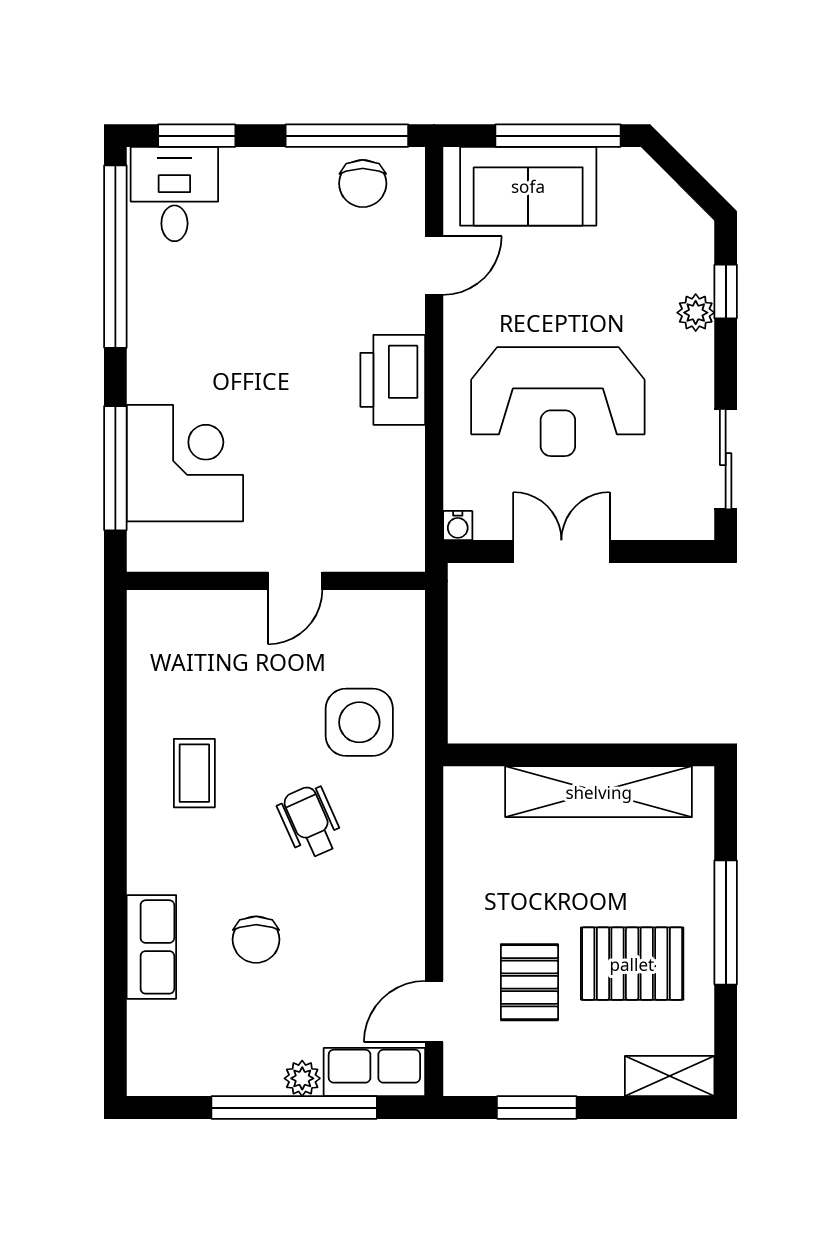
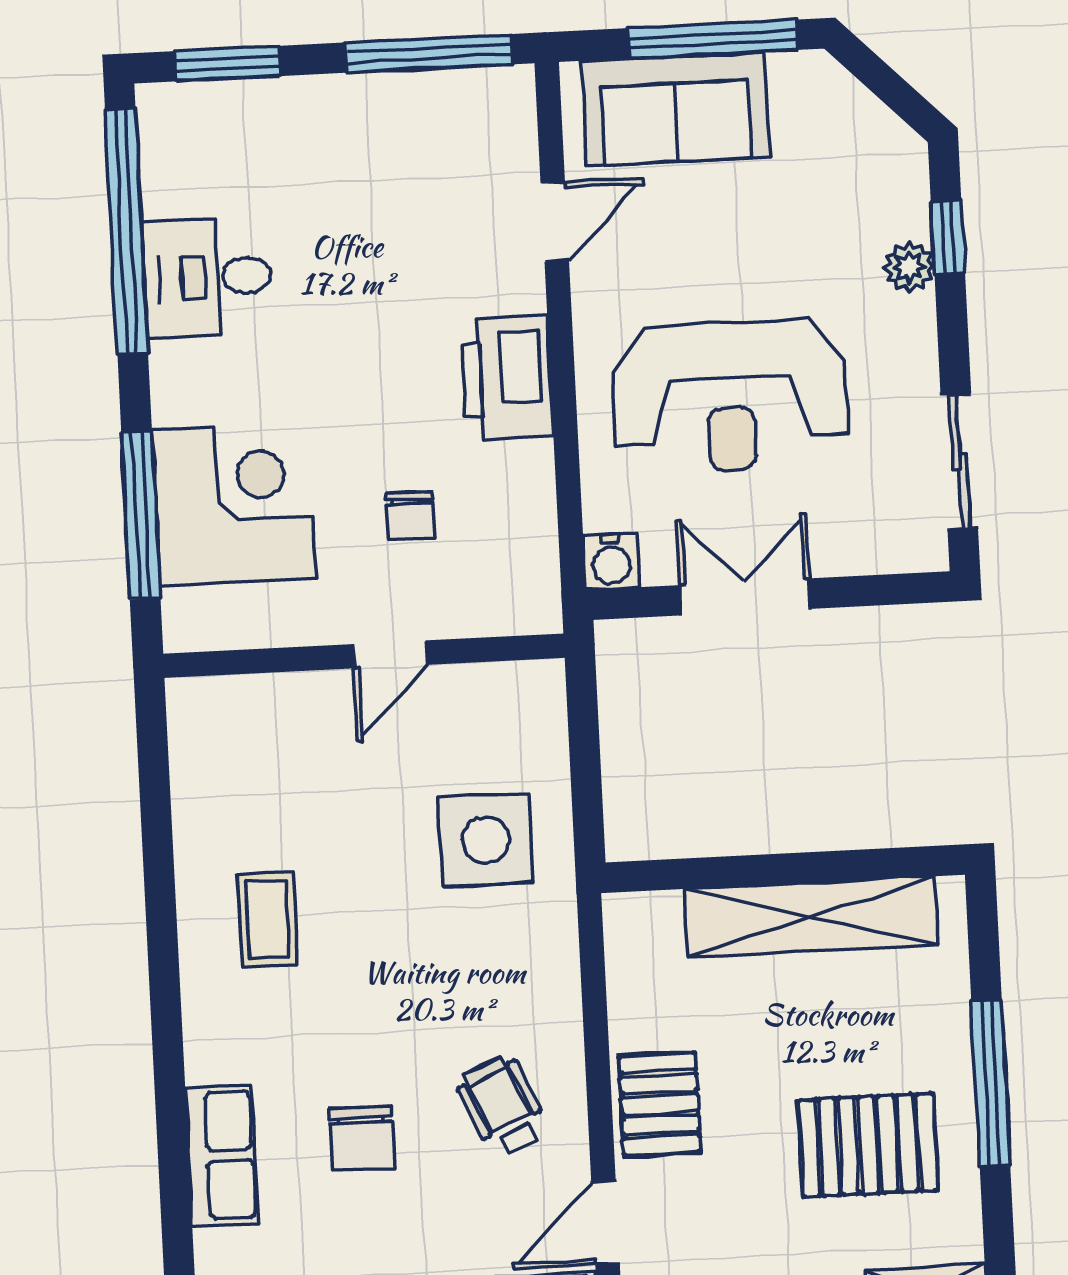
chair: (363, 183) -> (410, 515), moved, width x0.73, depth x0.73
desk: (174, 194) -> (207, 277), moved, turned -90
water cooler: (458, 526) -> (611, 561), width x1.38, depth x1.38
wheelchair: (310, 822) -> (502, 1106), moved
pallet: (529, 982) -> (660, 1104), moved

